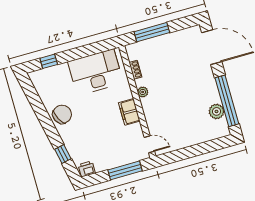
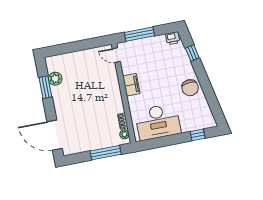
plant: (143, 92) -> (124, 134), moved
window: (227, 101) -> (45, 87), width x0.47
chair: (62, 114) -> (190, 88), turned -67

